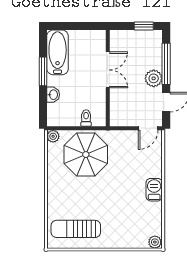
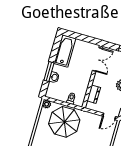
double door: (108, 70) -> (97, 59), moved
window: (43, 71) -> (49, 72), moved
dresser: (117, 103) -> (94, 94), added

